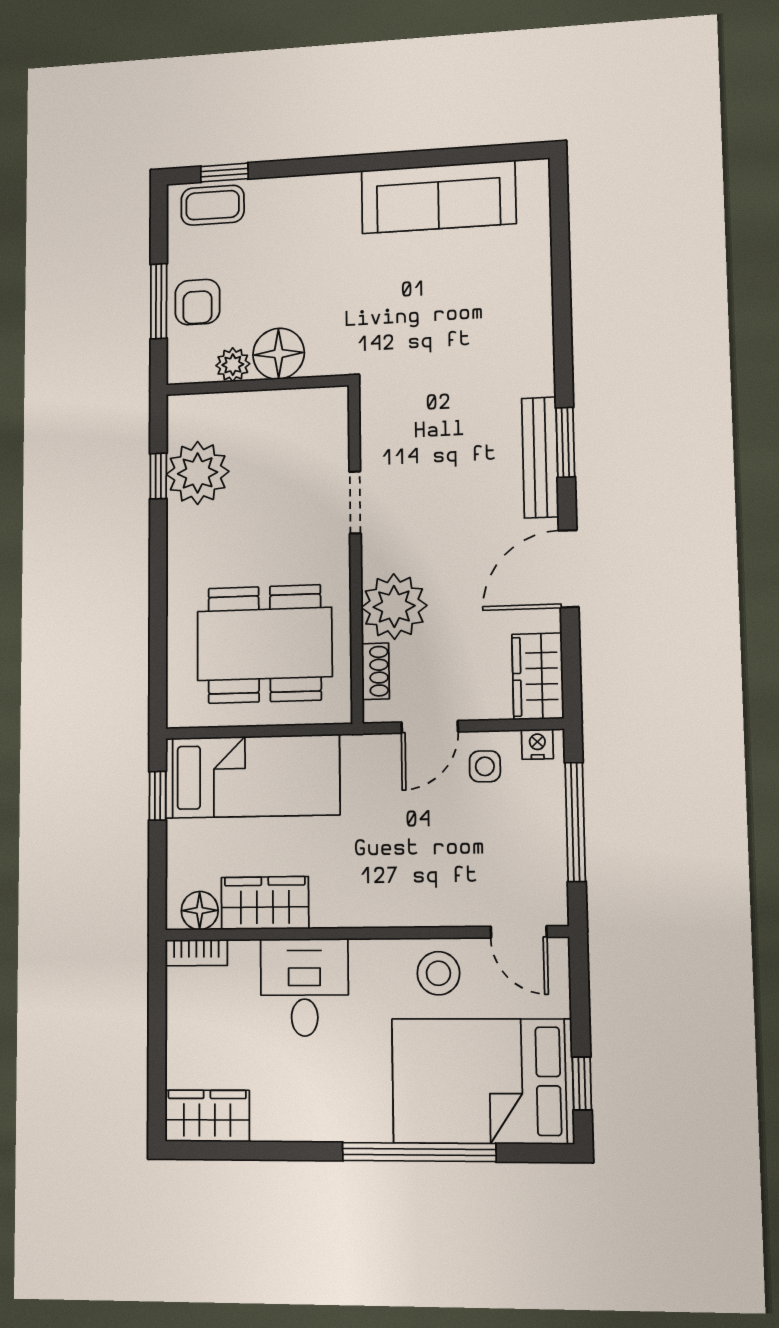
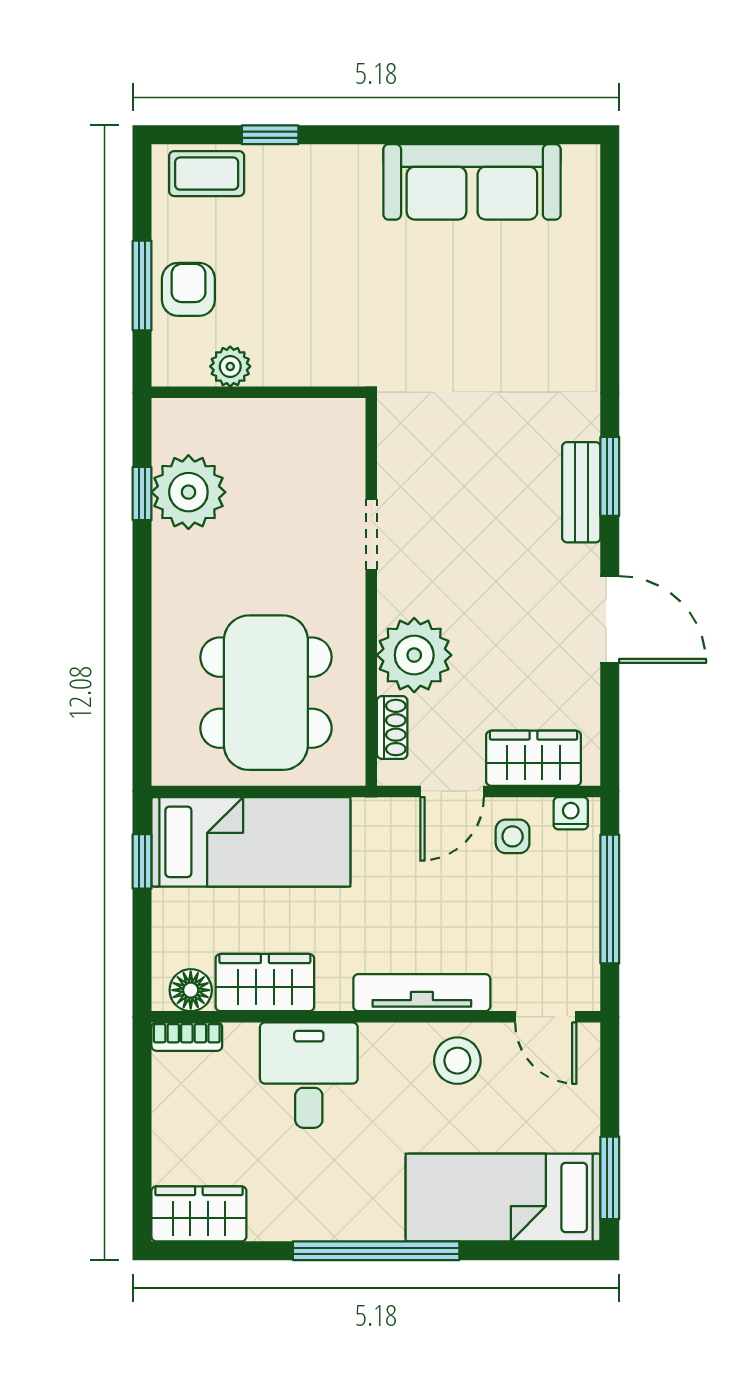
window: (224, 173) -> (270, 135), moved
armchair: (197, 302) -> (188, 289), turned 180
floor lamp: (279, 354) -> (284, 356), removed
bench: (540, 457) -> (581, 492), width x0.73
door: (569, 569) -> (610, 620), swing flipped
dining table: (265, 644) -> (266, 693), turned 90
wardrobe: (538, 676) -> (534, 758), moved, turned 90
tv unit: (405, 911) -> (422, 993), added
bed: (482, 1081) -> (503, 1197), width x0.67
window: (582, 1084) -> (610, 1178), width x1.50
window: (419, 1152) -> (376, 1251), moved

